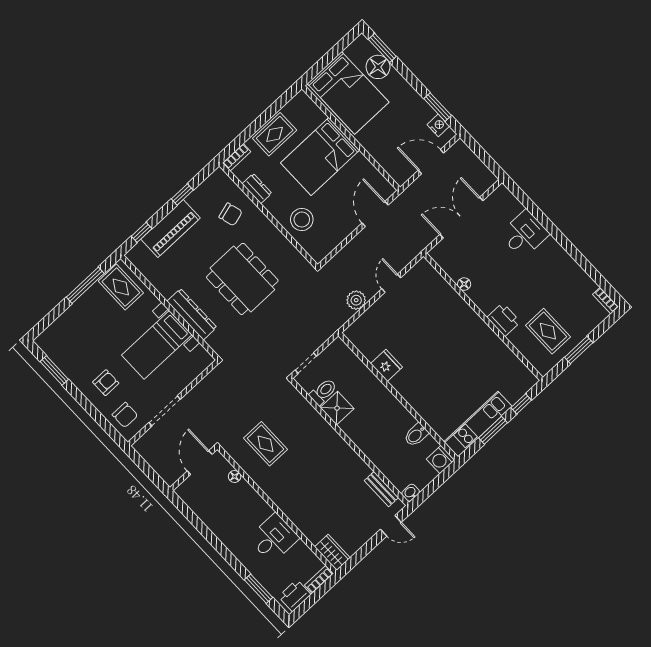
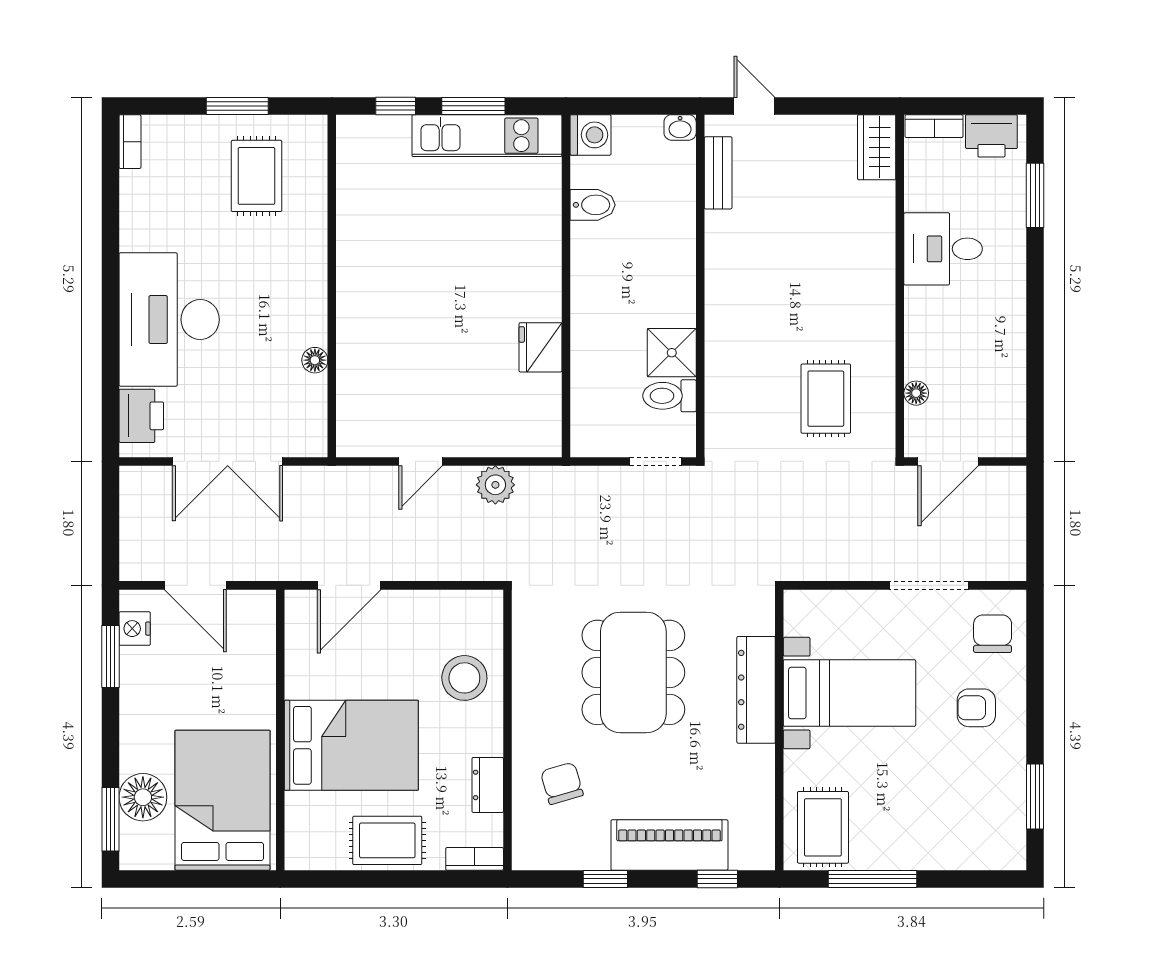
desk: (524, 234) -> (169, 319), width x1.87, depth x1.30
printer: (504, 320) -> (141, 416), moved, turned 180

